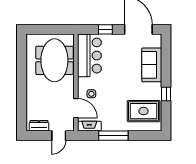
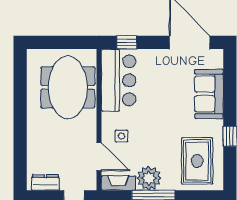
window: (105, 29) -> (127, 42), moved
rug: (143, 111) -> (197, 161), turned 90
plant: (110, 123) -> (149, 178), added

